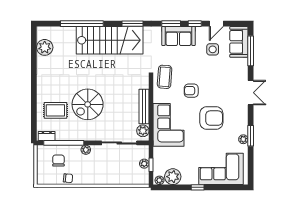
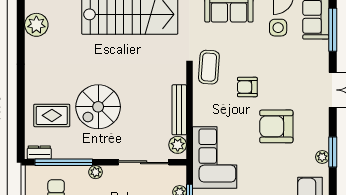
armchair: (211, 118) -> (276, 126), turned 180
corner sofa: (169, 125) -> (215, 158), moved

